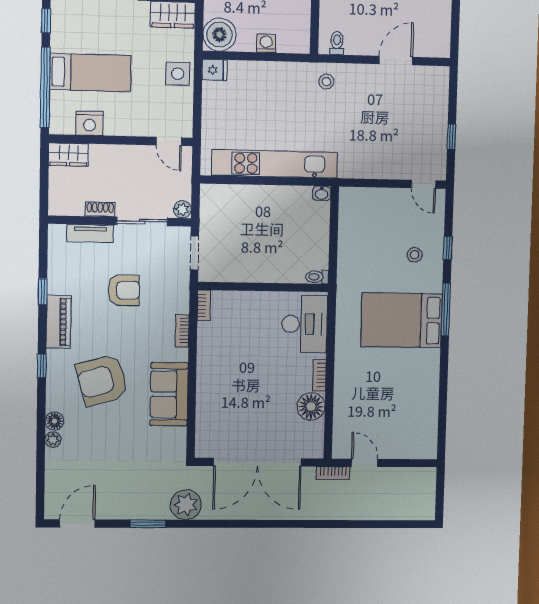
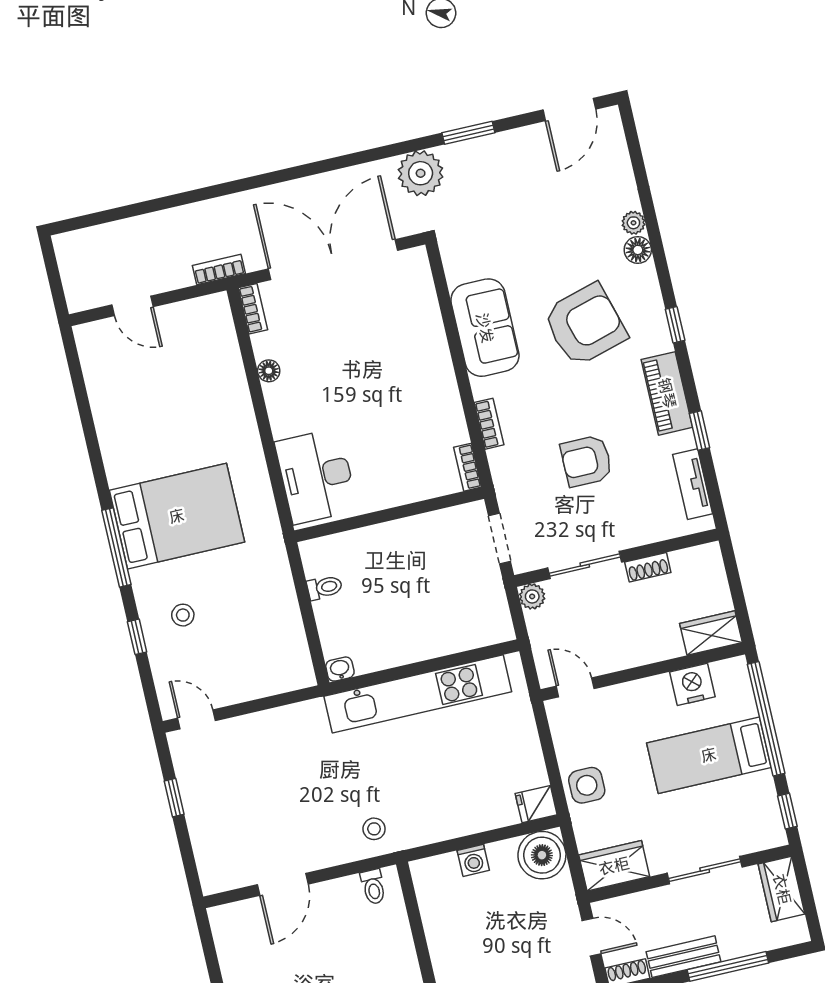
tv unit: (90, 233) -> (693, 484), moved, turned -90
toilet: (317, 277) -> (325, 587), moved
bookcase: (319, 375) -> (253, 309), moved
floor lamp: (311, 407) -> (269, 371), width x0.53, depth x0.53
door: (364, 463) -> (133, 306), moved

